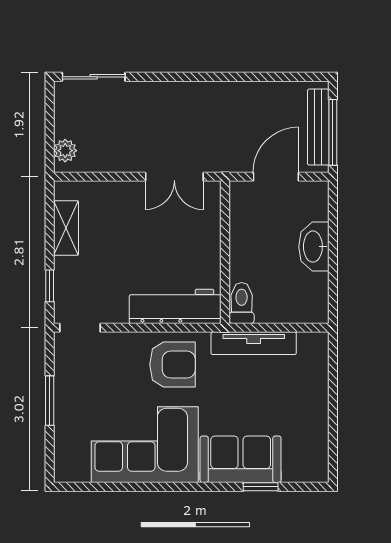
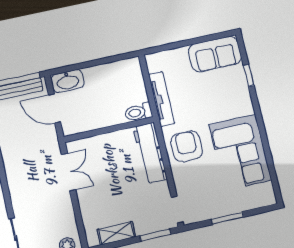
washbasin: (314, 247) -> (68, 81), moved
window: (50, 286) -> (155, 235), width x1.50
sofa: (241, 459) -> (215, 54), moved, turned -90

